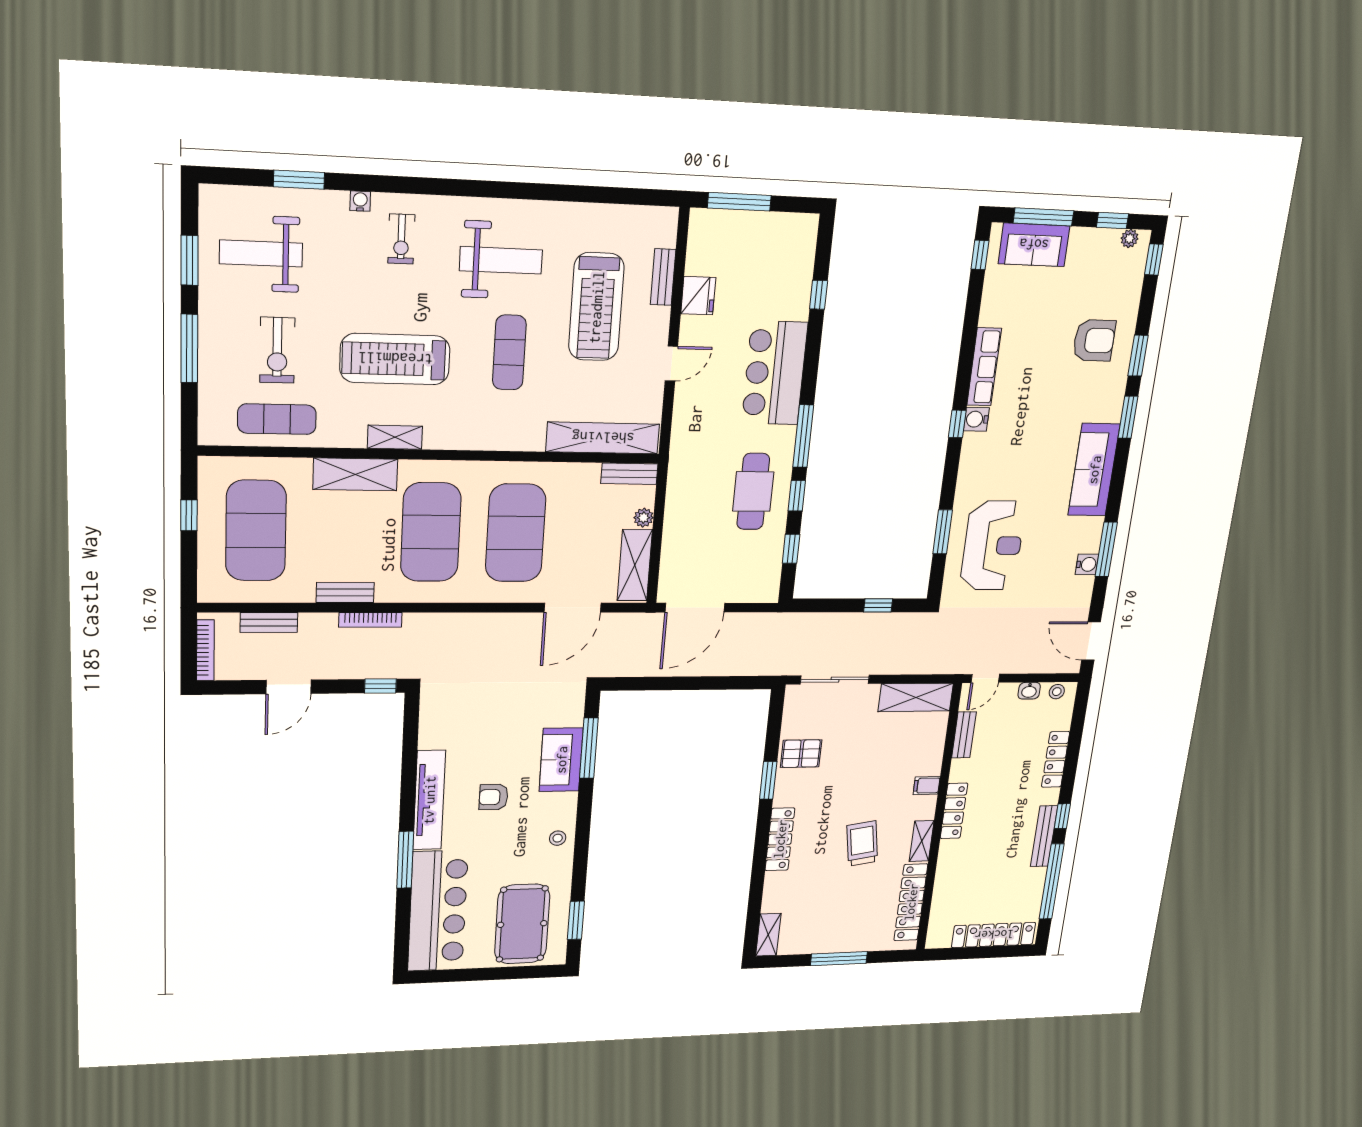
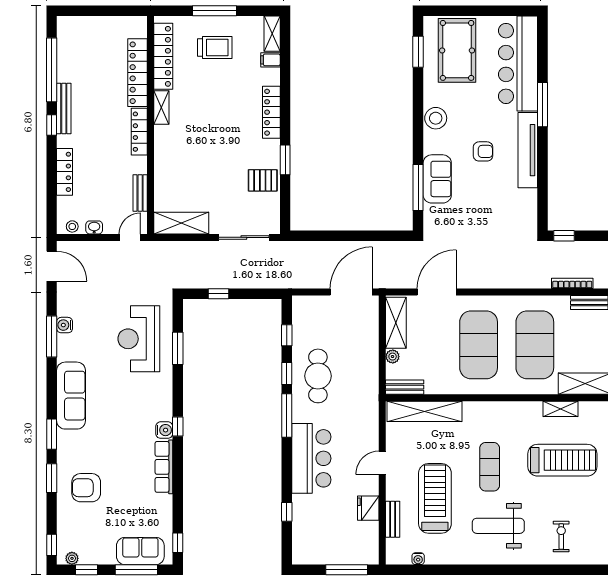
water cooler: (360, 201) -> (418, 559), moved
filing cabinet: (927, 786) -> (270, 60), moved, turned 180
stool: (558, 838) -> (436, 118), width x1.89, depth x1.89
trolley: (862, 843) -> (215, 48), moved, turned -81
locker: (994, 935) -> (137, 73), moved, turned 90

